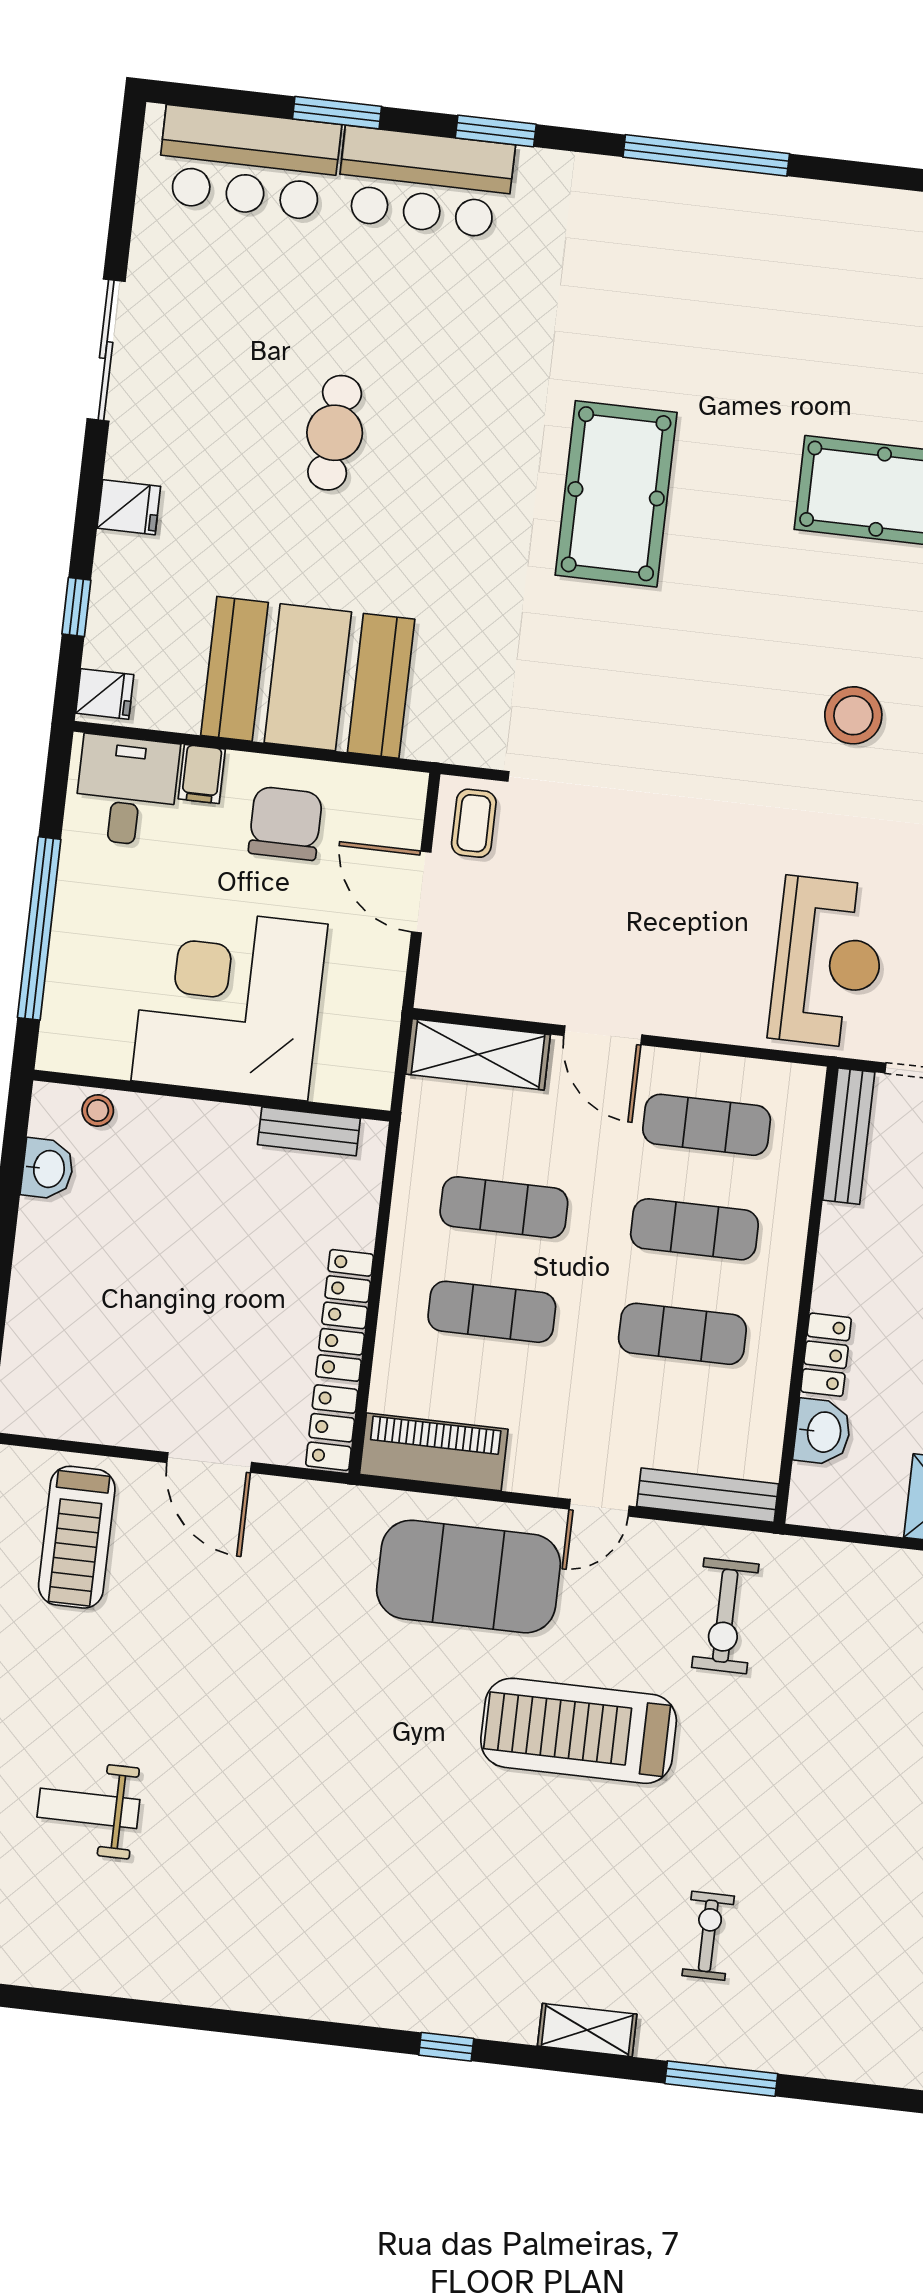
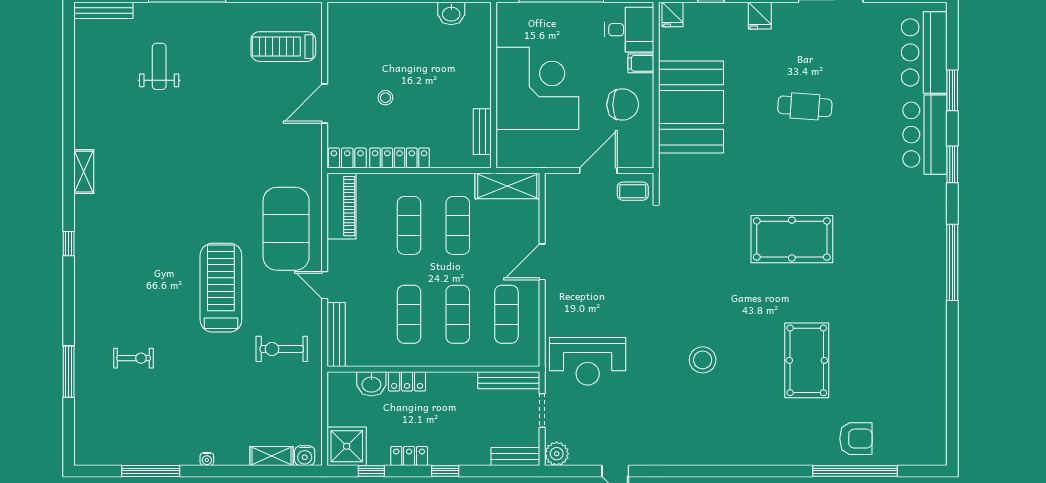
shelving: (478, 1054) -> (507, 186), moved, turned 90
stool: (98, 1111) -> (385, 98), moved
shelving: (587, 2030) -> (84, 172), moved

